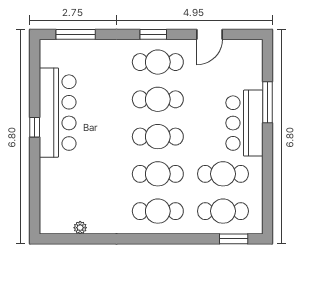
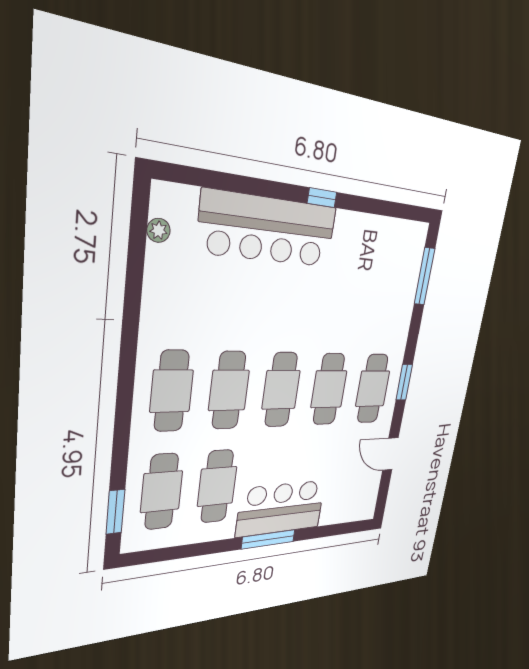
window: (267, 102) -> (268, 539), moved
bar counter: (58, 113) -> (269, 229), moved
plant: (80, 228) -> (159, 230), moved

